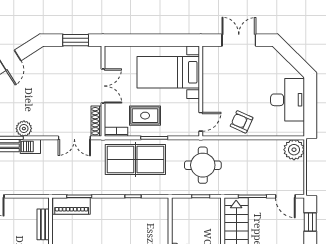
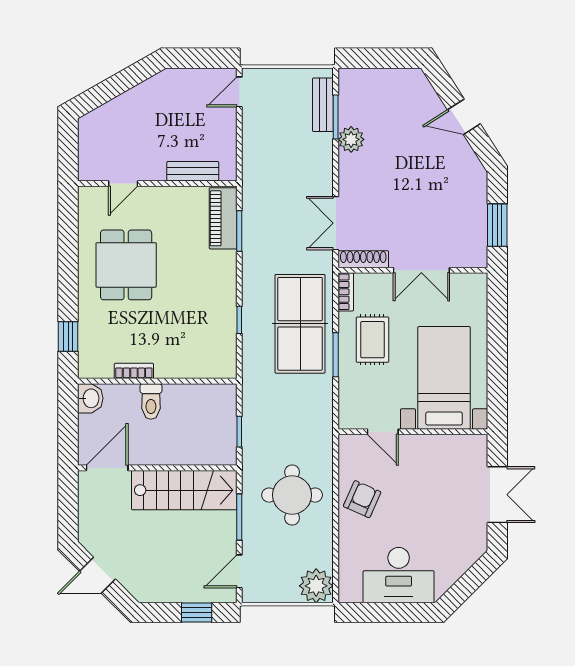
door: (201, 122) -> (383, 432), moved
barbecue: (30, 147) -> (321, 150), removed
round table: (203, 165) -> (292, 495), moved

